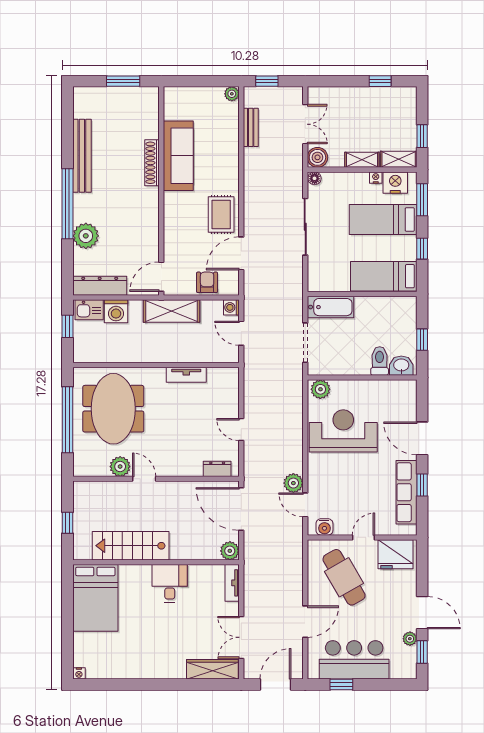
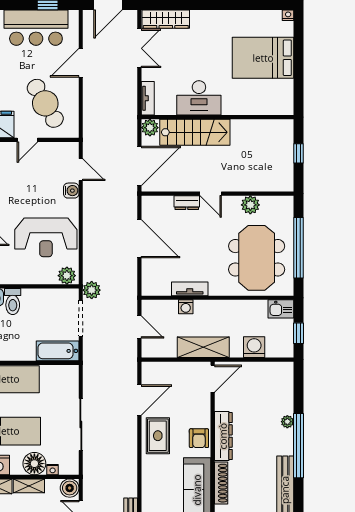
floor lamp: (315, 178) -> (34, 464), moved, width x1.89, depth x1.89
nightstand: (376, 178) -> (53, 470), moved
plant: (86, 236) -> (287, 422), width x0.53, depth x0.53
armchair: (207, 282) -> (199, 438), moved
dresser: (100, 286) -> (223, 436), moved, turned -90
washing machine: (231, 307) -> (186, 307), moved, turned 90
kitchen sink: (89, 310) -> (281, 309), moved, turned 180
door: (241, 430) -> (139, 239), width x1.88
dresser: (217, 469) -> (187, 203), moved
door: (144, 479) -> (211, 194), moved
plant: (293, 483) -> (92, 290), moved
door: (241, 509) -> (139, 166), hinge flipped
water cooler: (324, 527) -> (71, 191), moved, turned 90
stairs: (131, 546) -> (195, 132), moved
desk: (170, 583) -> (199, 98), width x1.37
bed: (95, 598) -> (263, 58), moved, turned -90

